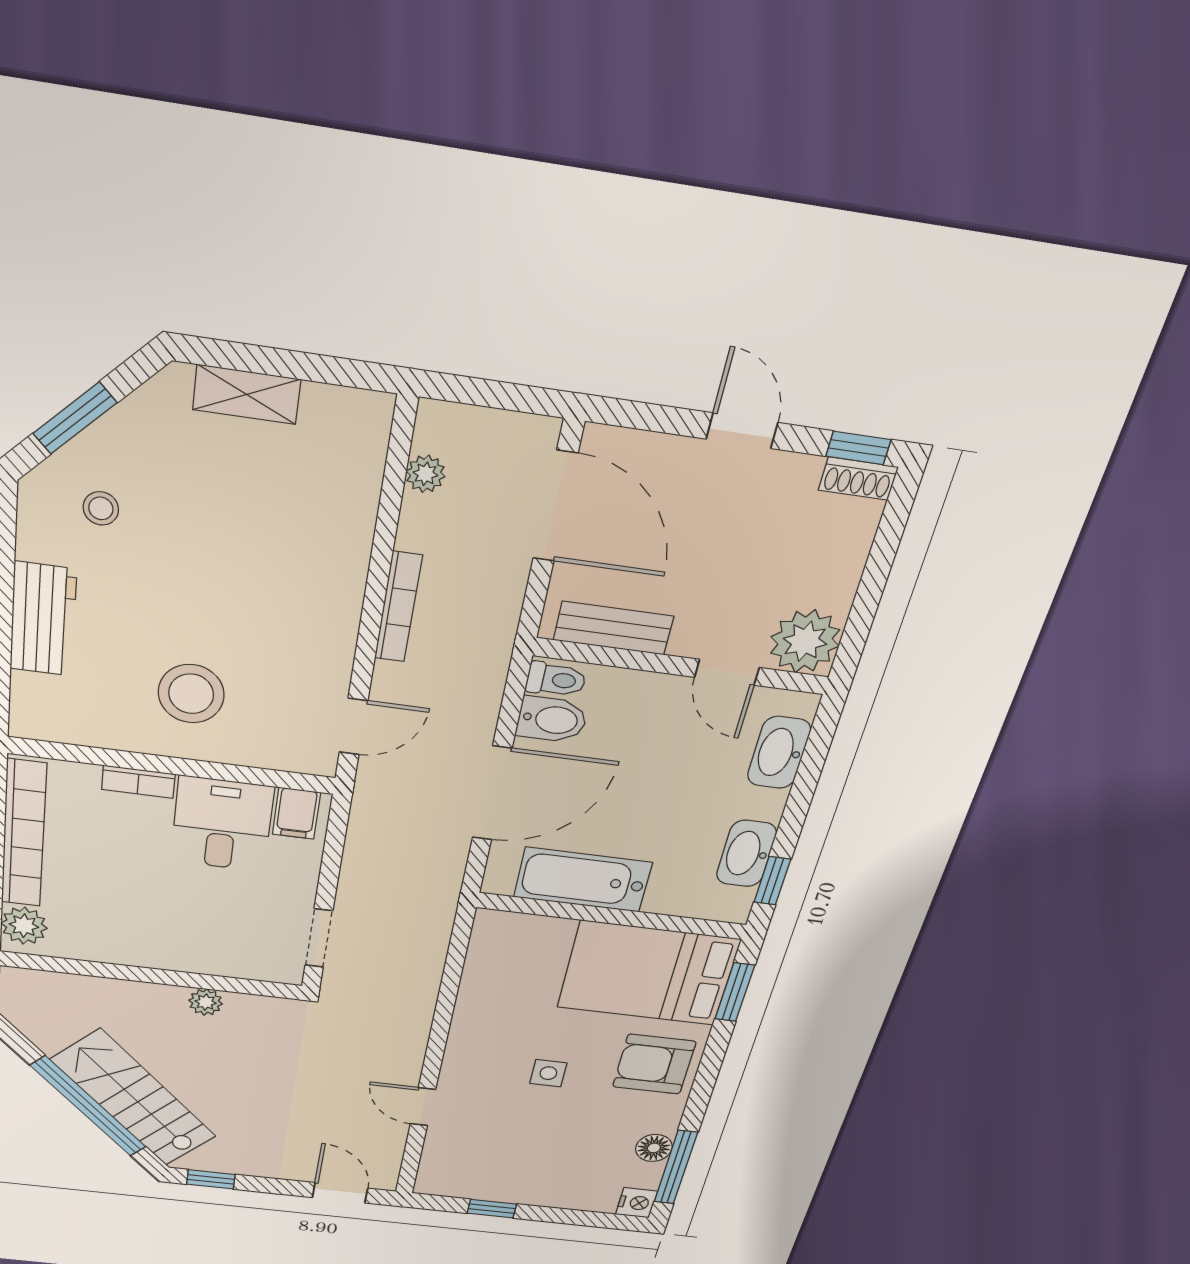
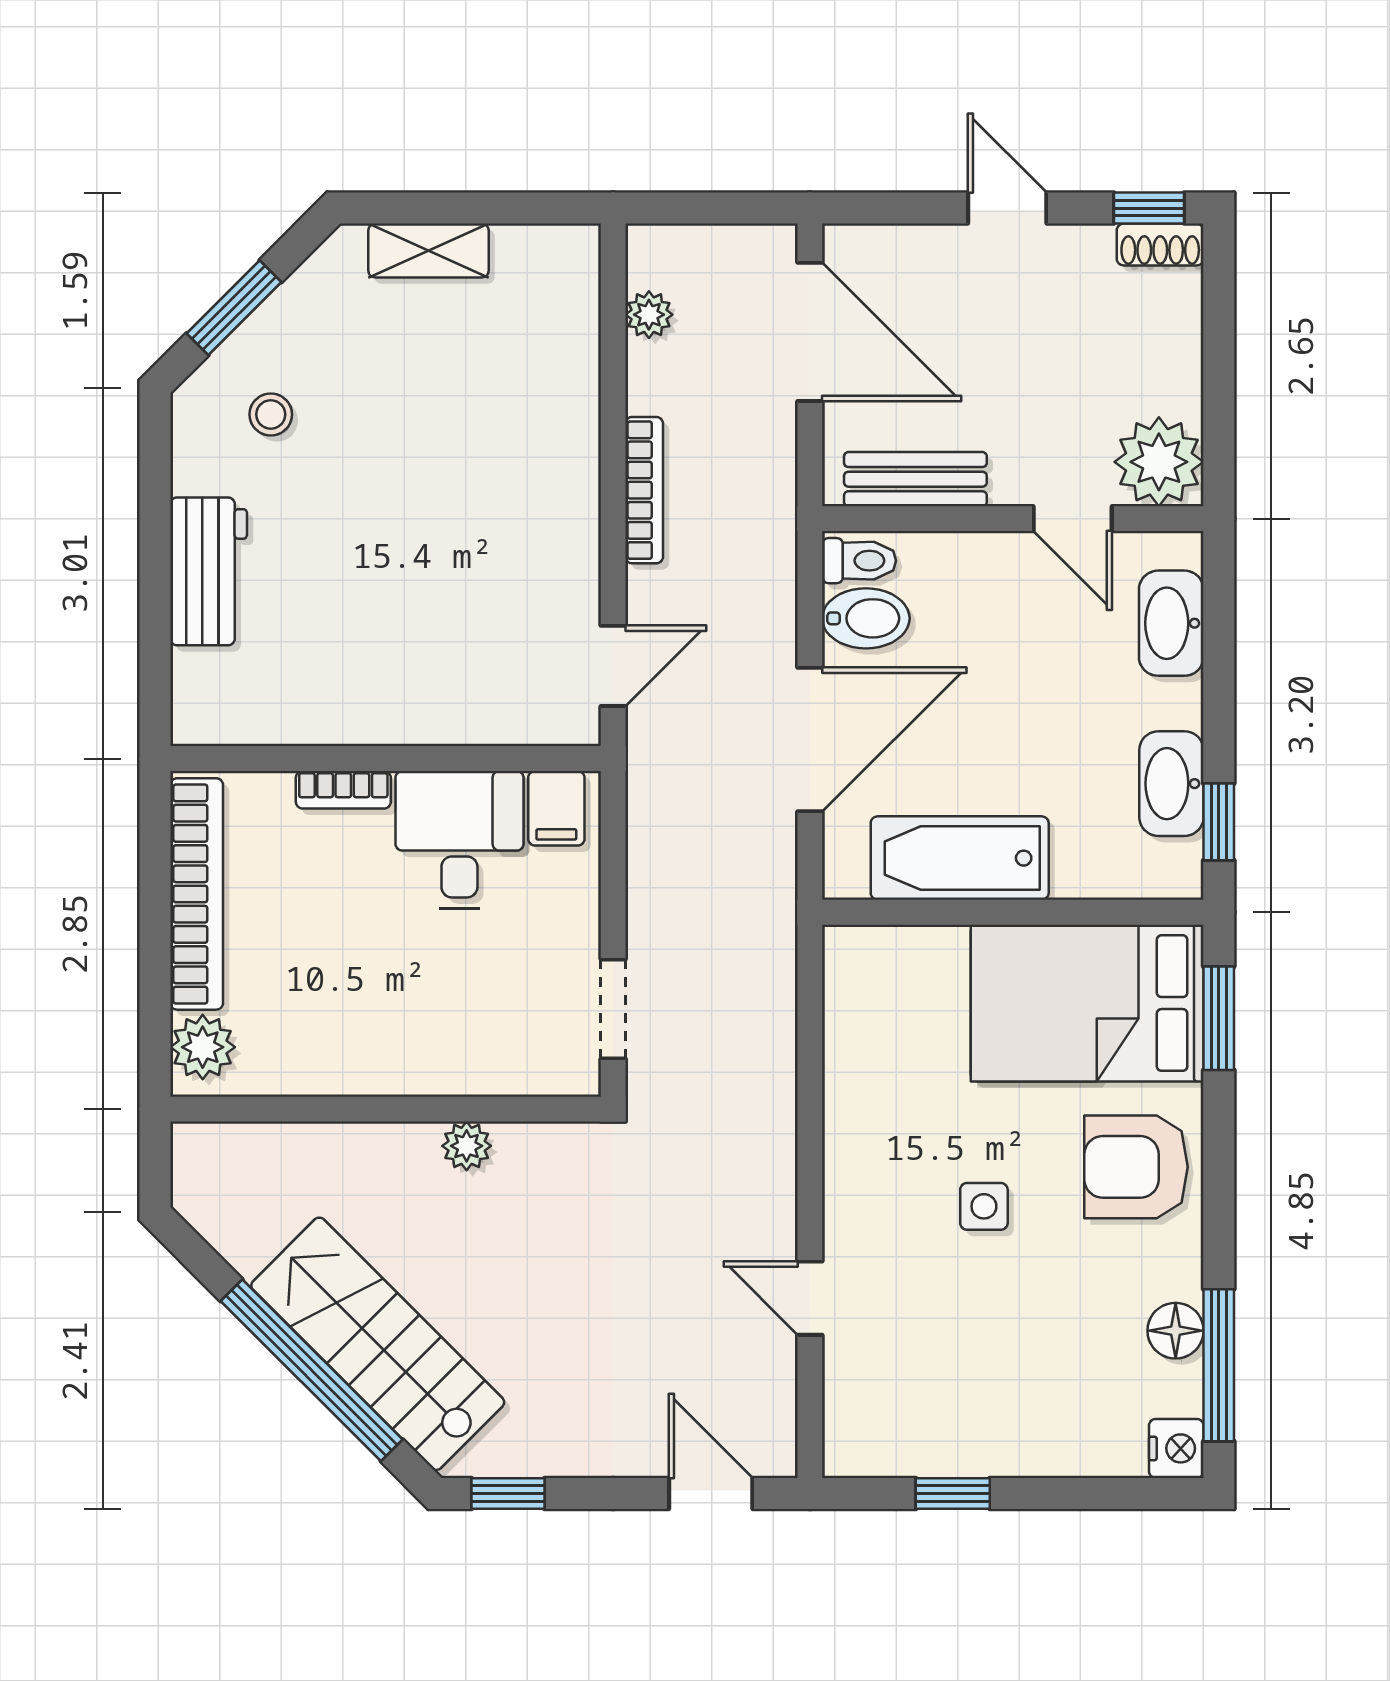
stool: (191, 694) -> (401, 649), removed

